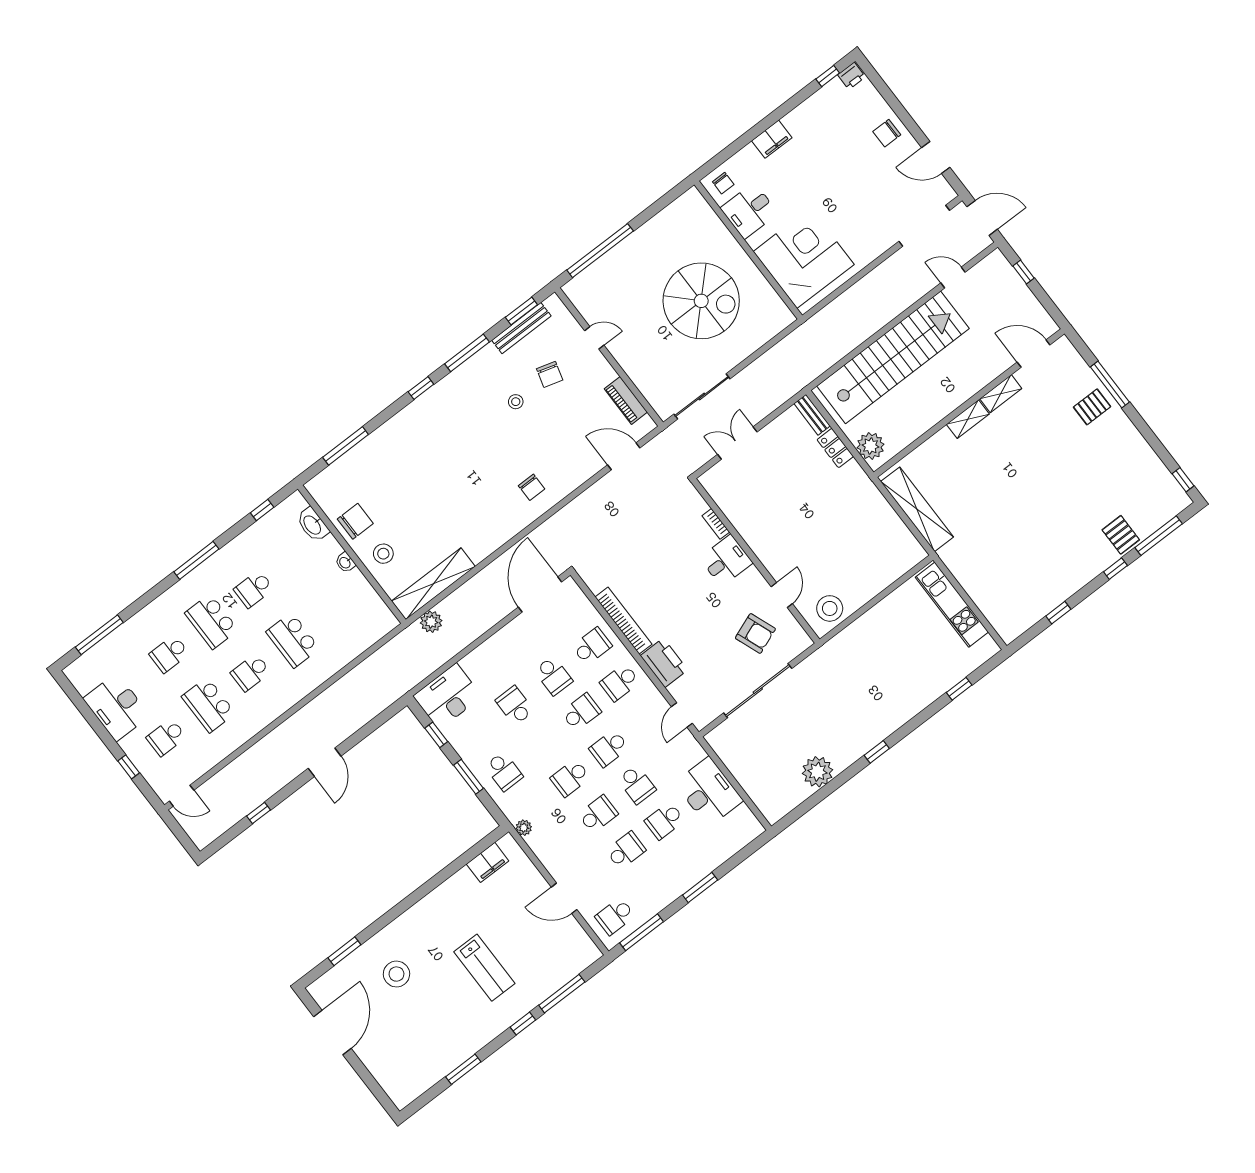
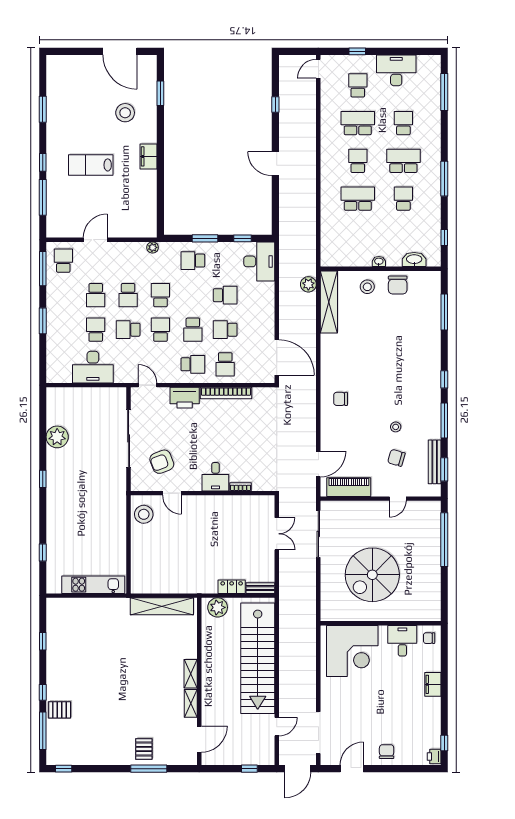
piano: (626, 400) -> (349, 487), width x1.37, depth x1.33
school desk: (620, 682) -> (193, 364), turned 90
filing cabinet: (488, 862) -> (149, 156), moved

